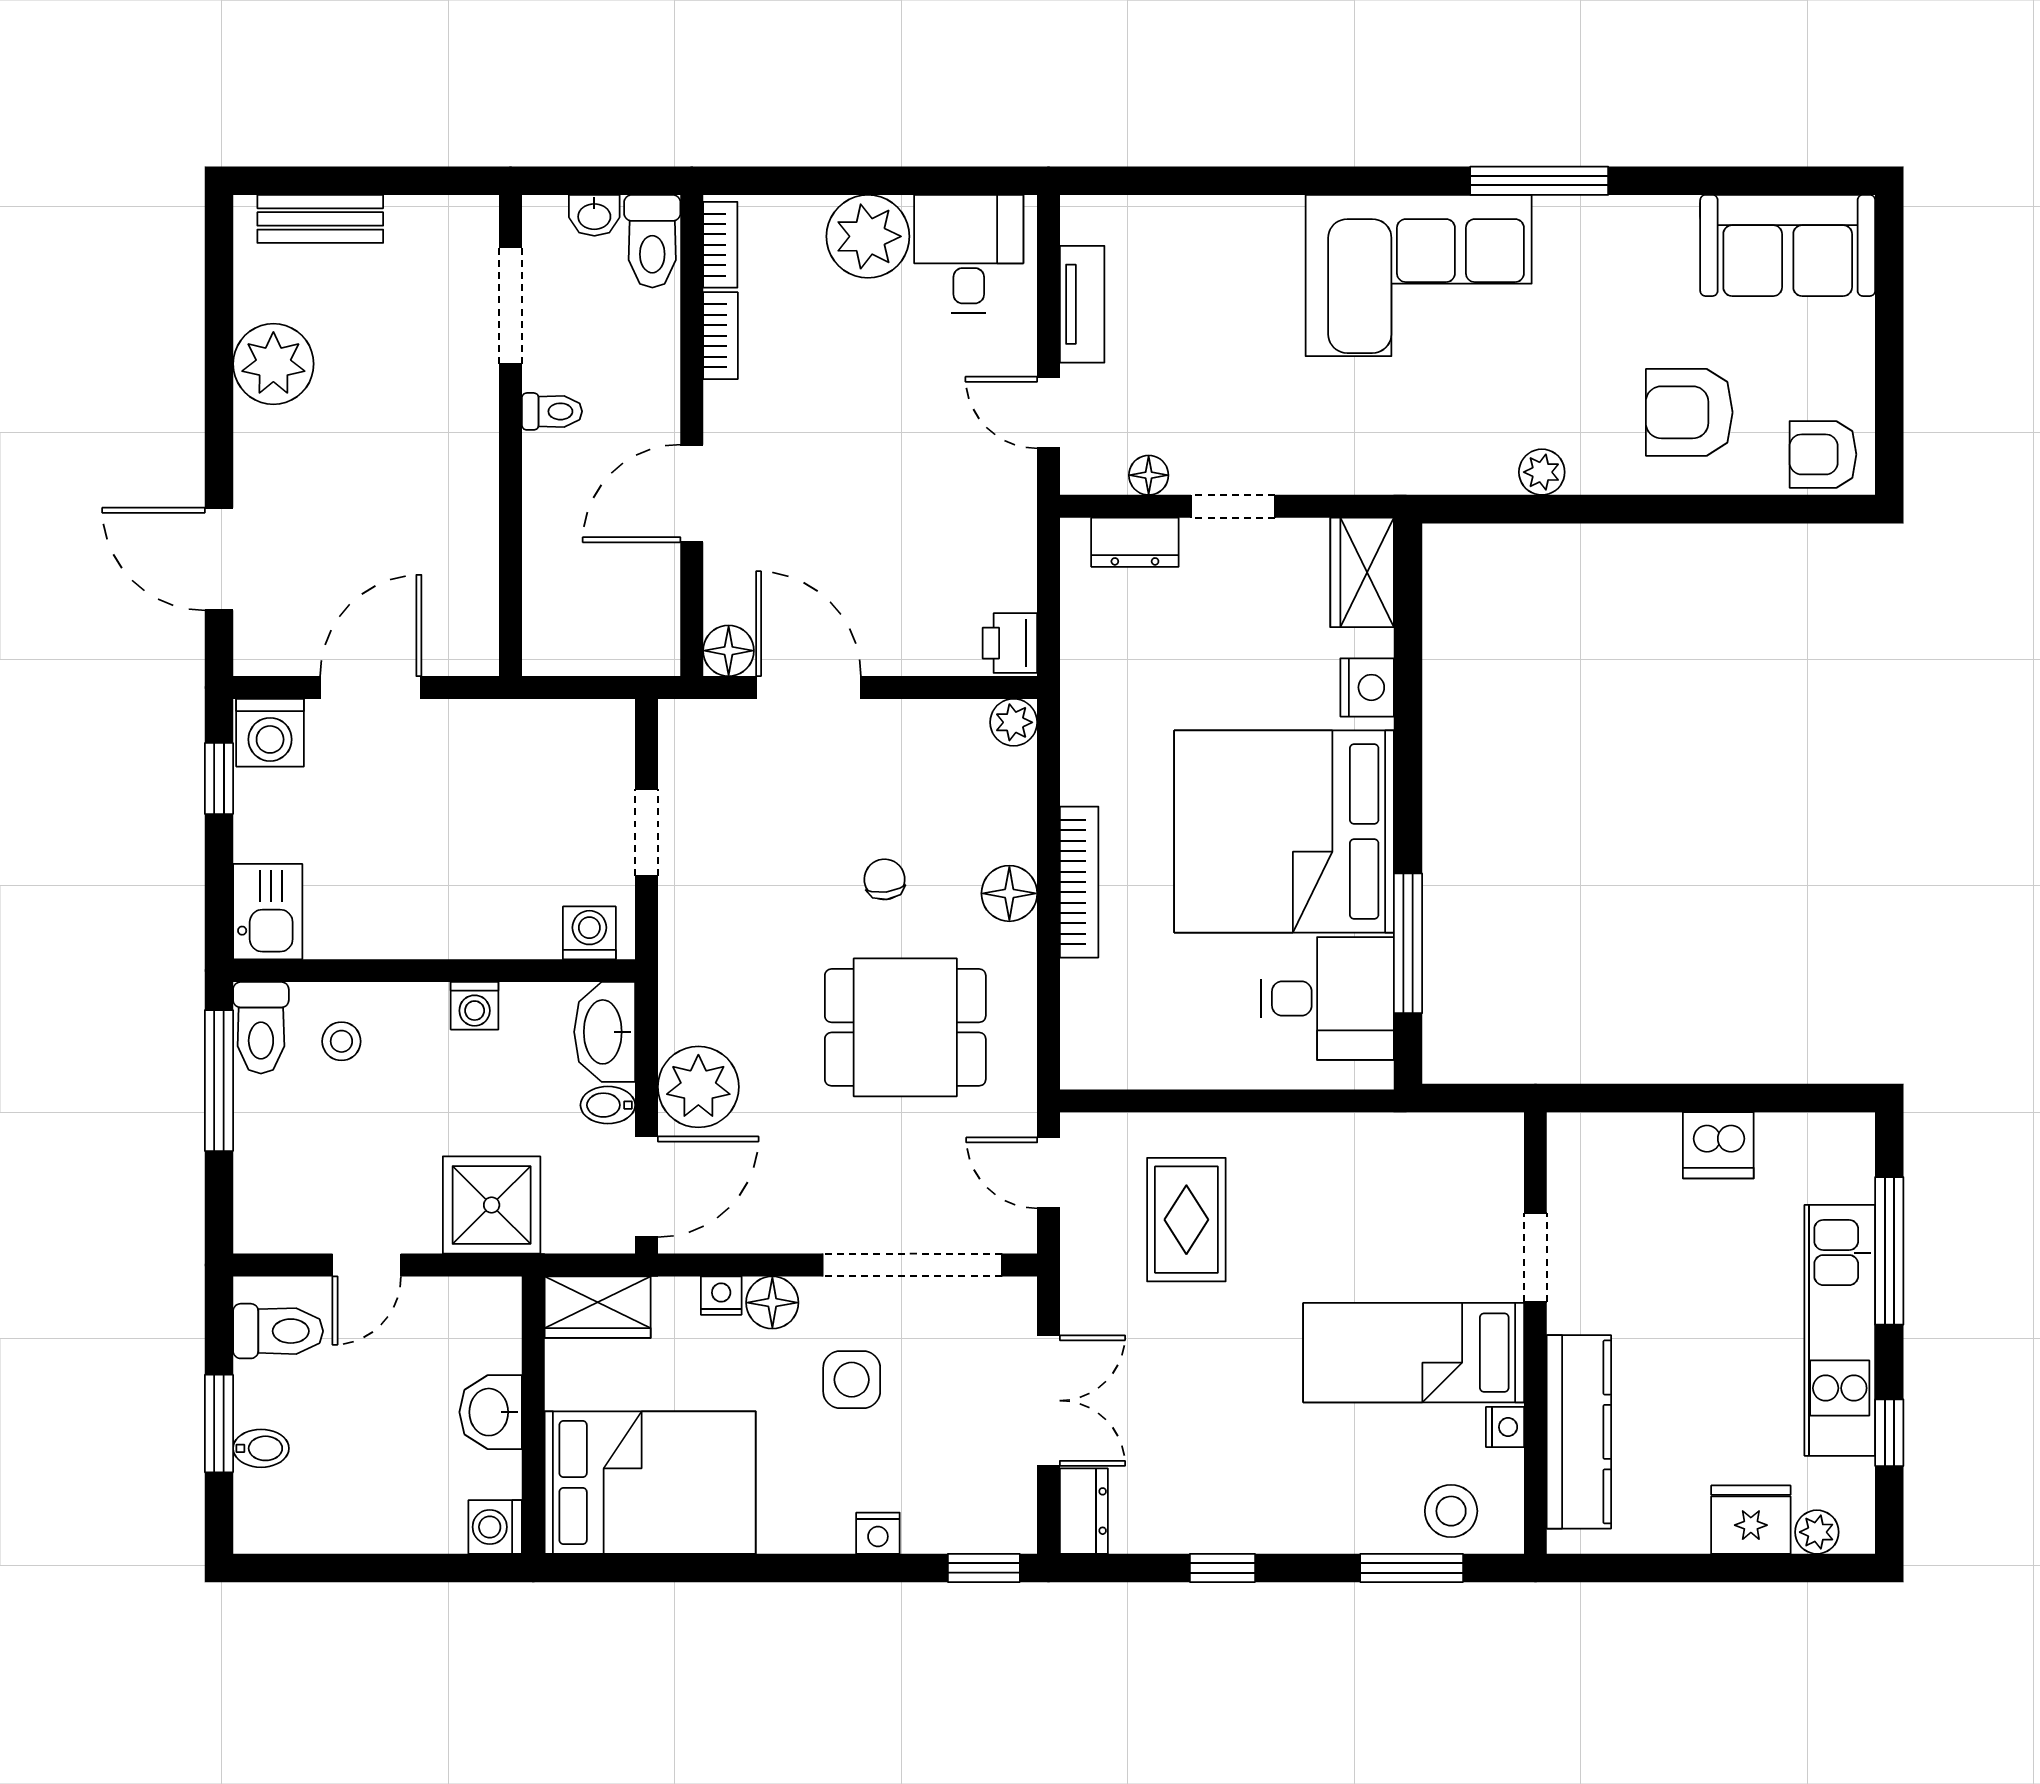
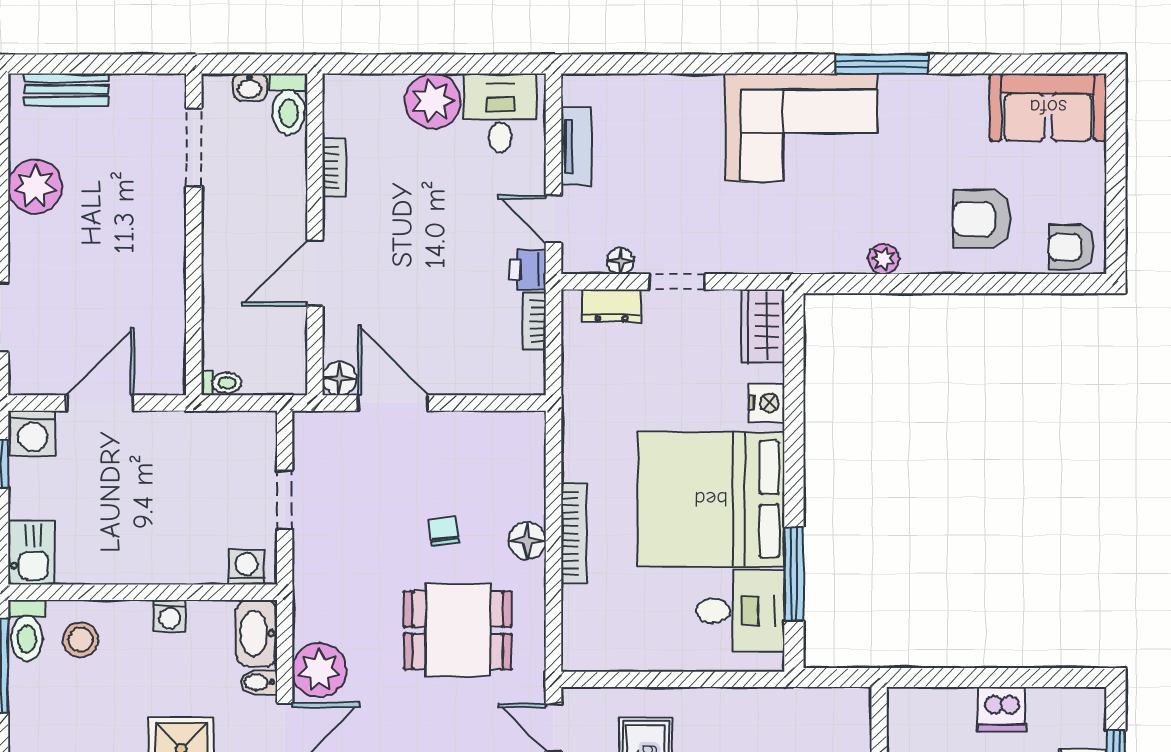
bookcase: (720, 245) -> (534, 321), moved, turned 180
toilet: (552, 411) -> (221, 383), moved
printer: (1010, 643) -> (528, 270), moved
plant: (1014, 722) -> (530, 426), removed
stool: (341, 1041) -> (81, 640), width x1.37, depth x1.37

